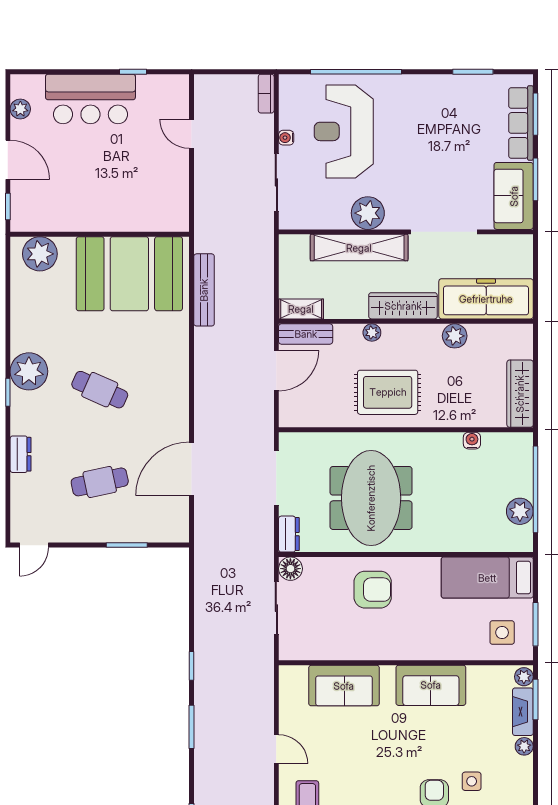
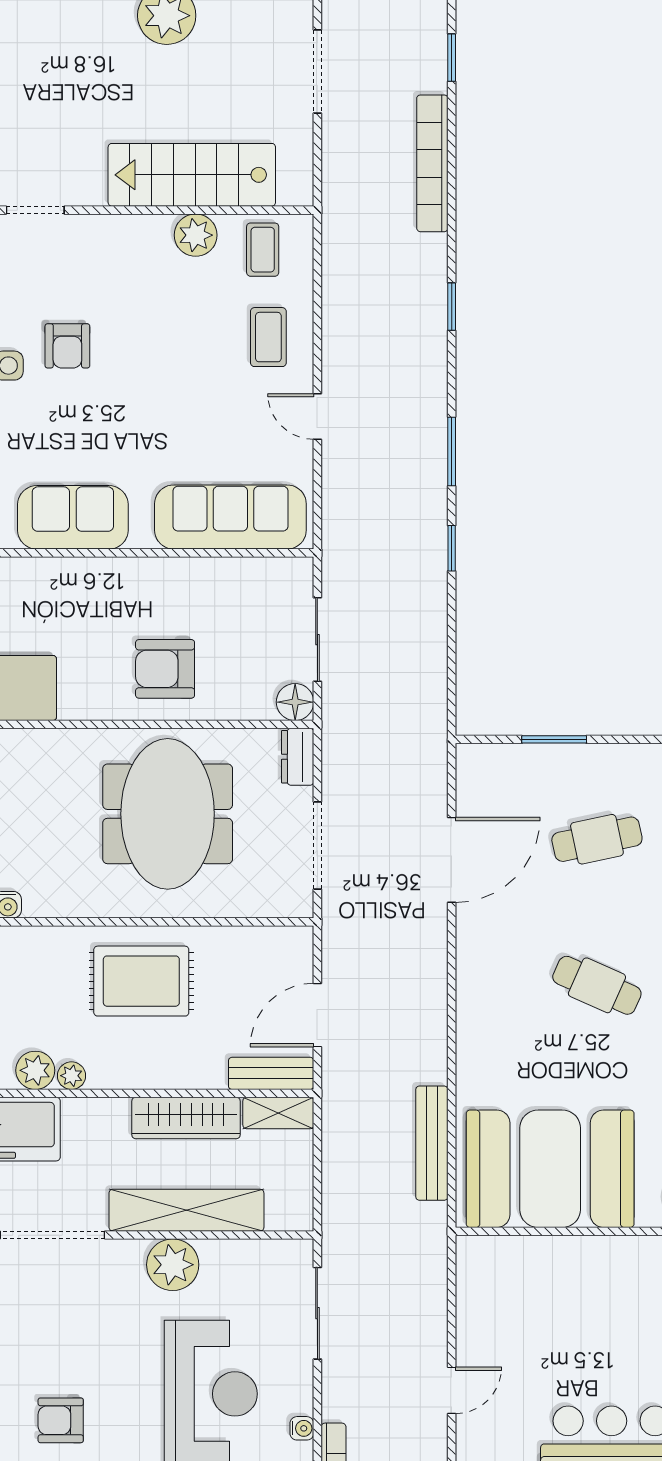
armchair: (439, 115) -> (61, 1420), added
door: (192, 134) -> (452, 1390), hinge flipped
water cooler: (286, 138) -> (302, 1428), moved
wardrobe: (403, 306) -> (186, 1118), moved
plant: (372, 333) -> (72, 1076), moved
sofa: (344, 686) -> (230, 517), width x1.36

